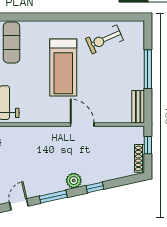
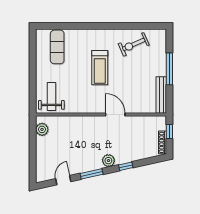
treadmill: (63, 68) -> (100, 68), width x0.73, depth x0.73
bench: (138, 107) -> (161, 95), width x1.36

